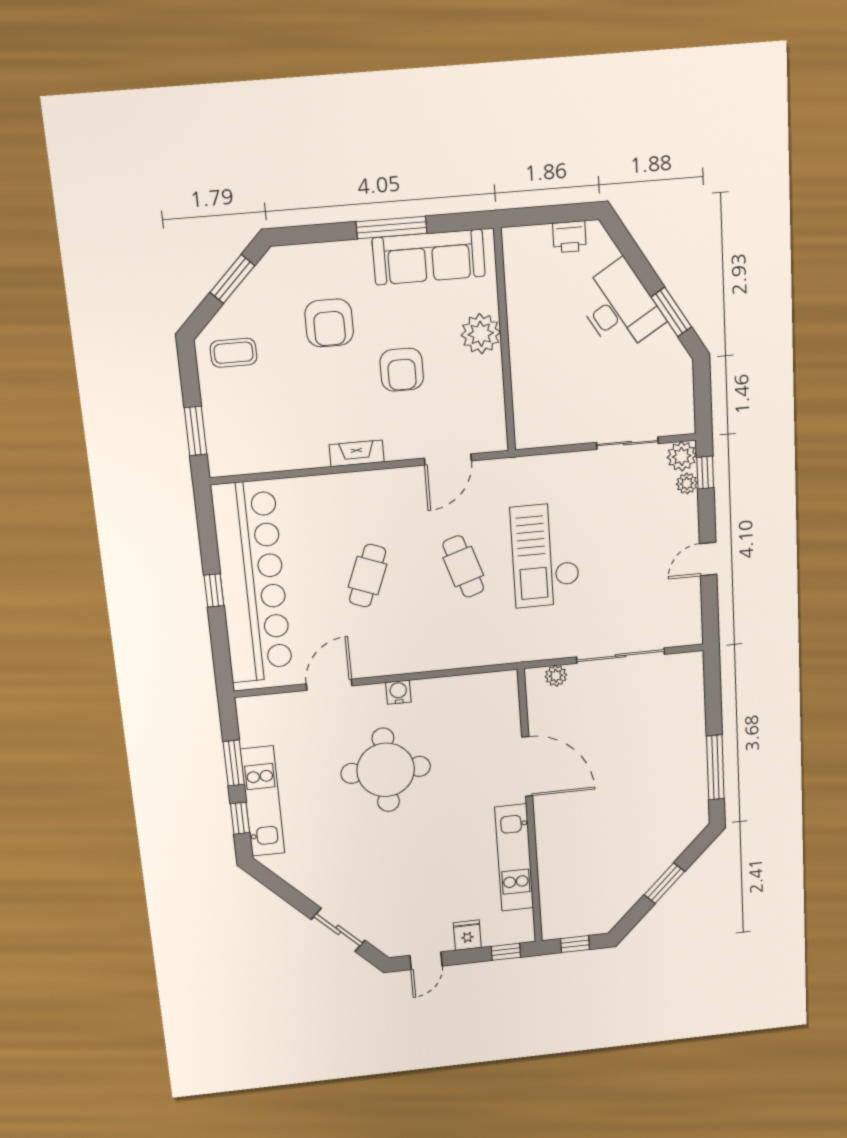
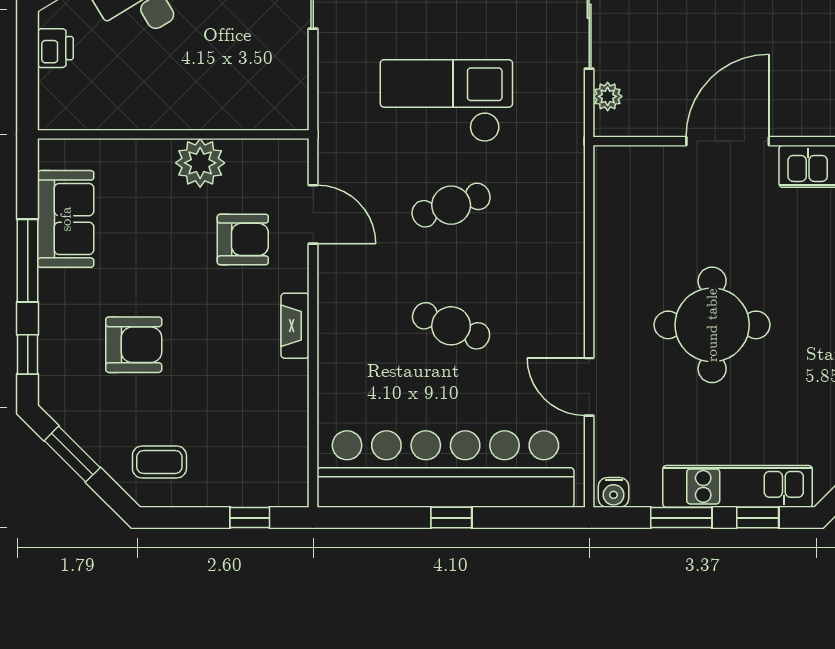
window: (313, 234) -> (28, 354), added
sofa: (429, 257) -> (66, 219), width x0.73
plant: (481, 334) -> (200, 163), moved
coffee table: (234, 353) -> (159, 462), turned 90
armchair: (402, 370) -> (243, 239), moved
window: (196, 431) -> (250, 518), width x0.67
checkout: (545, 555) -> (446, 101), turned 180
water cooler: (398, 692) -> (614, 492), moved, turned -90

